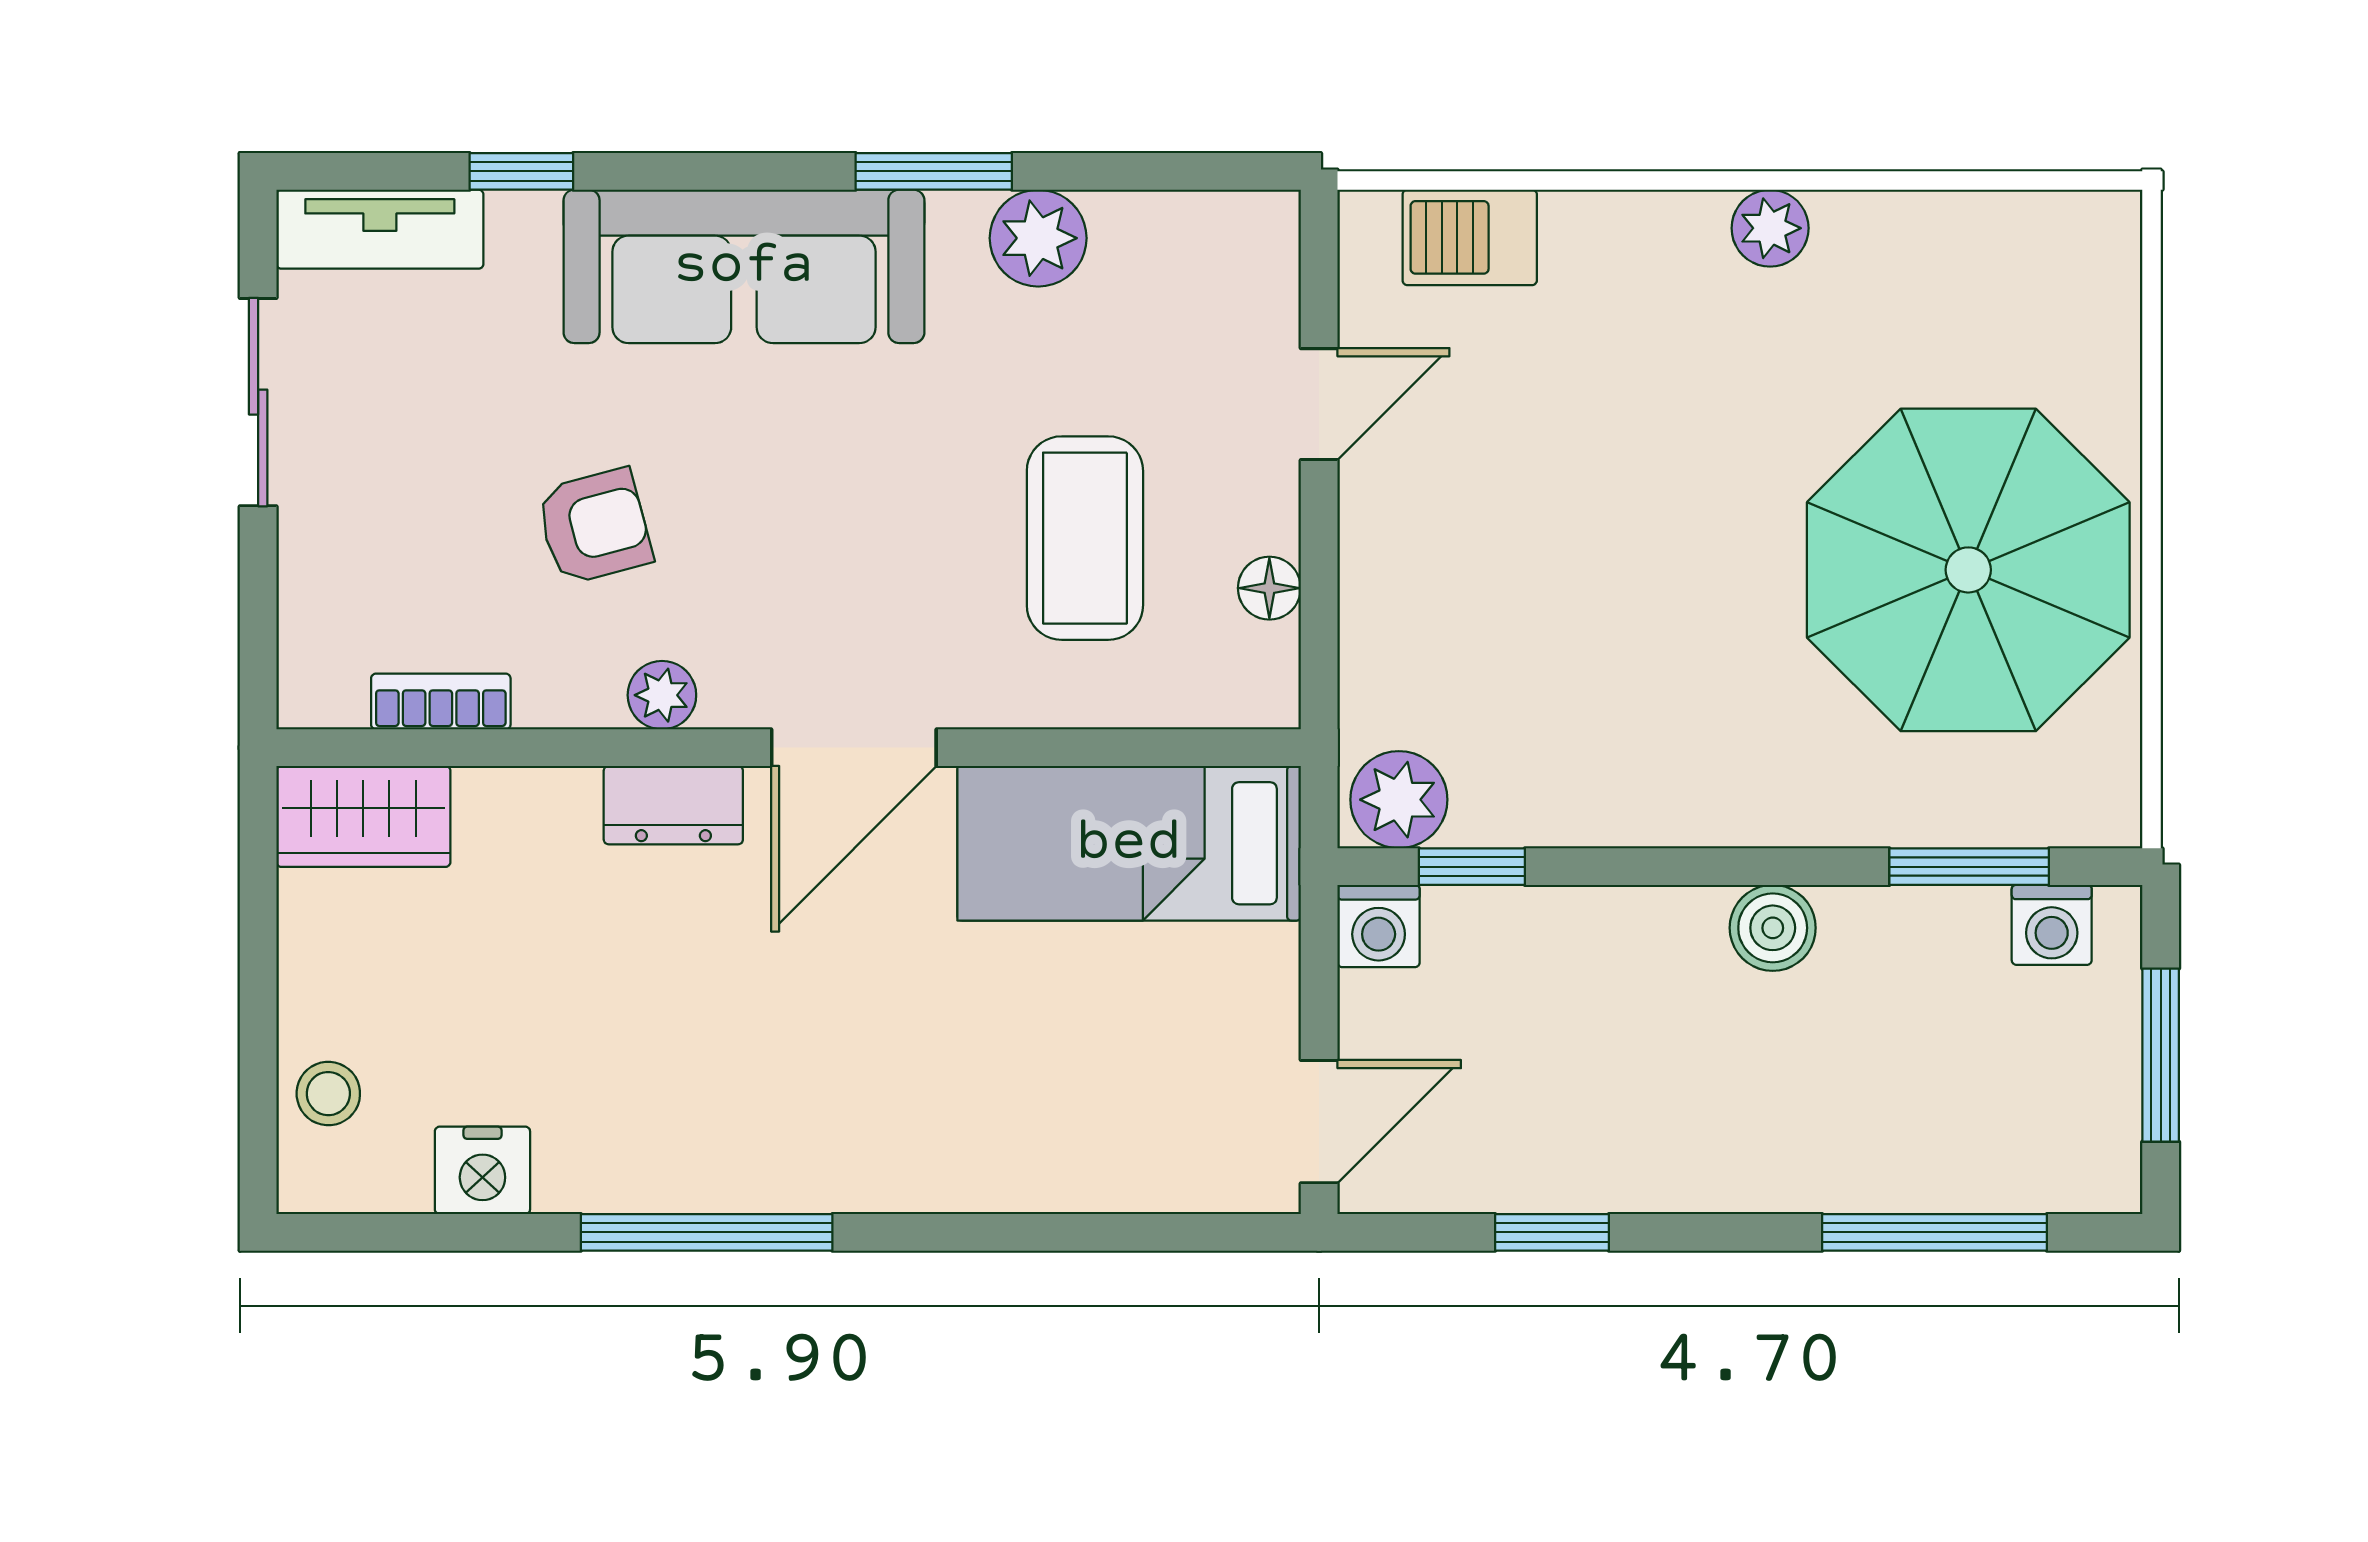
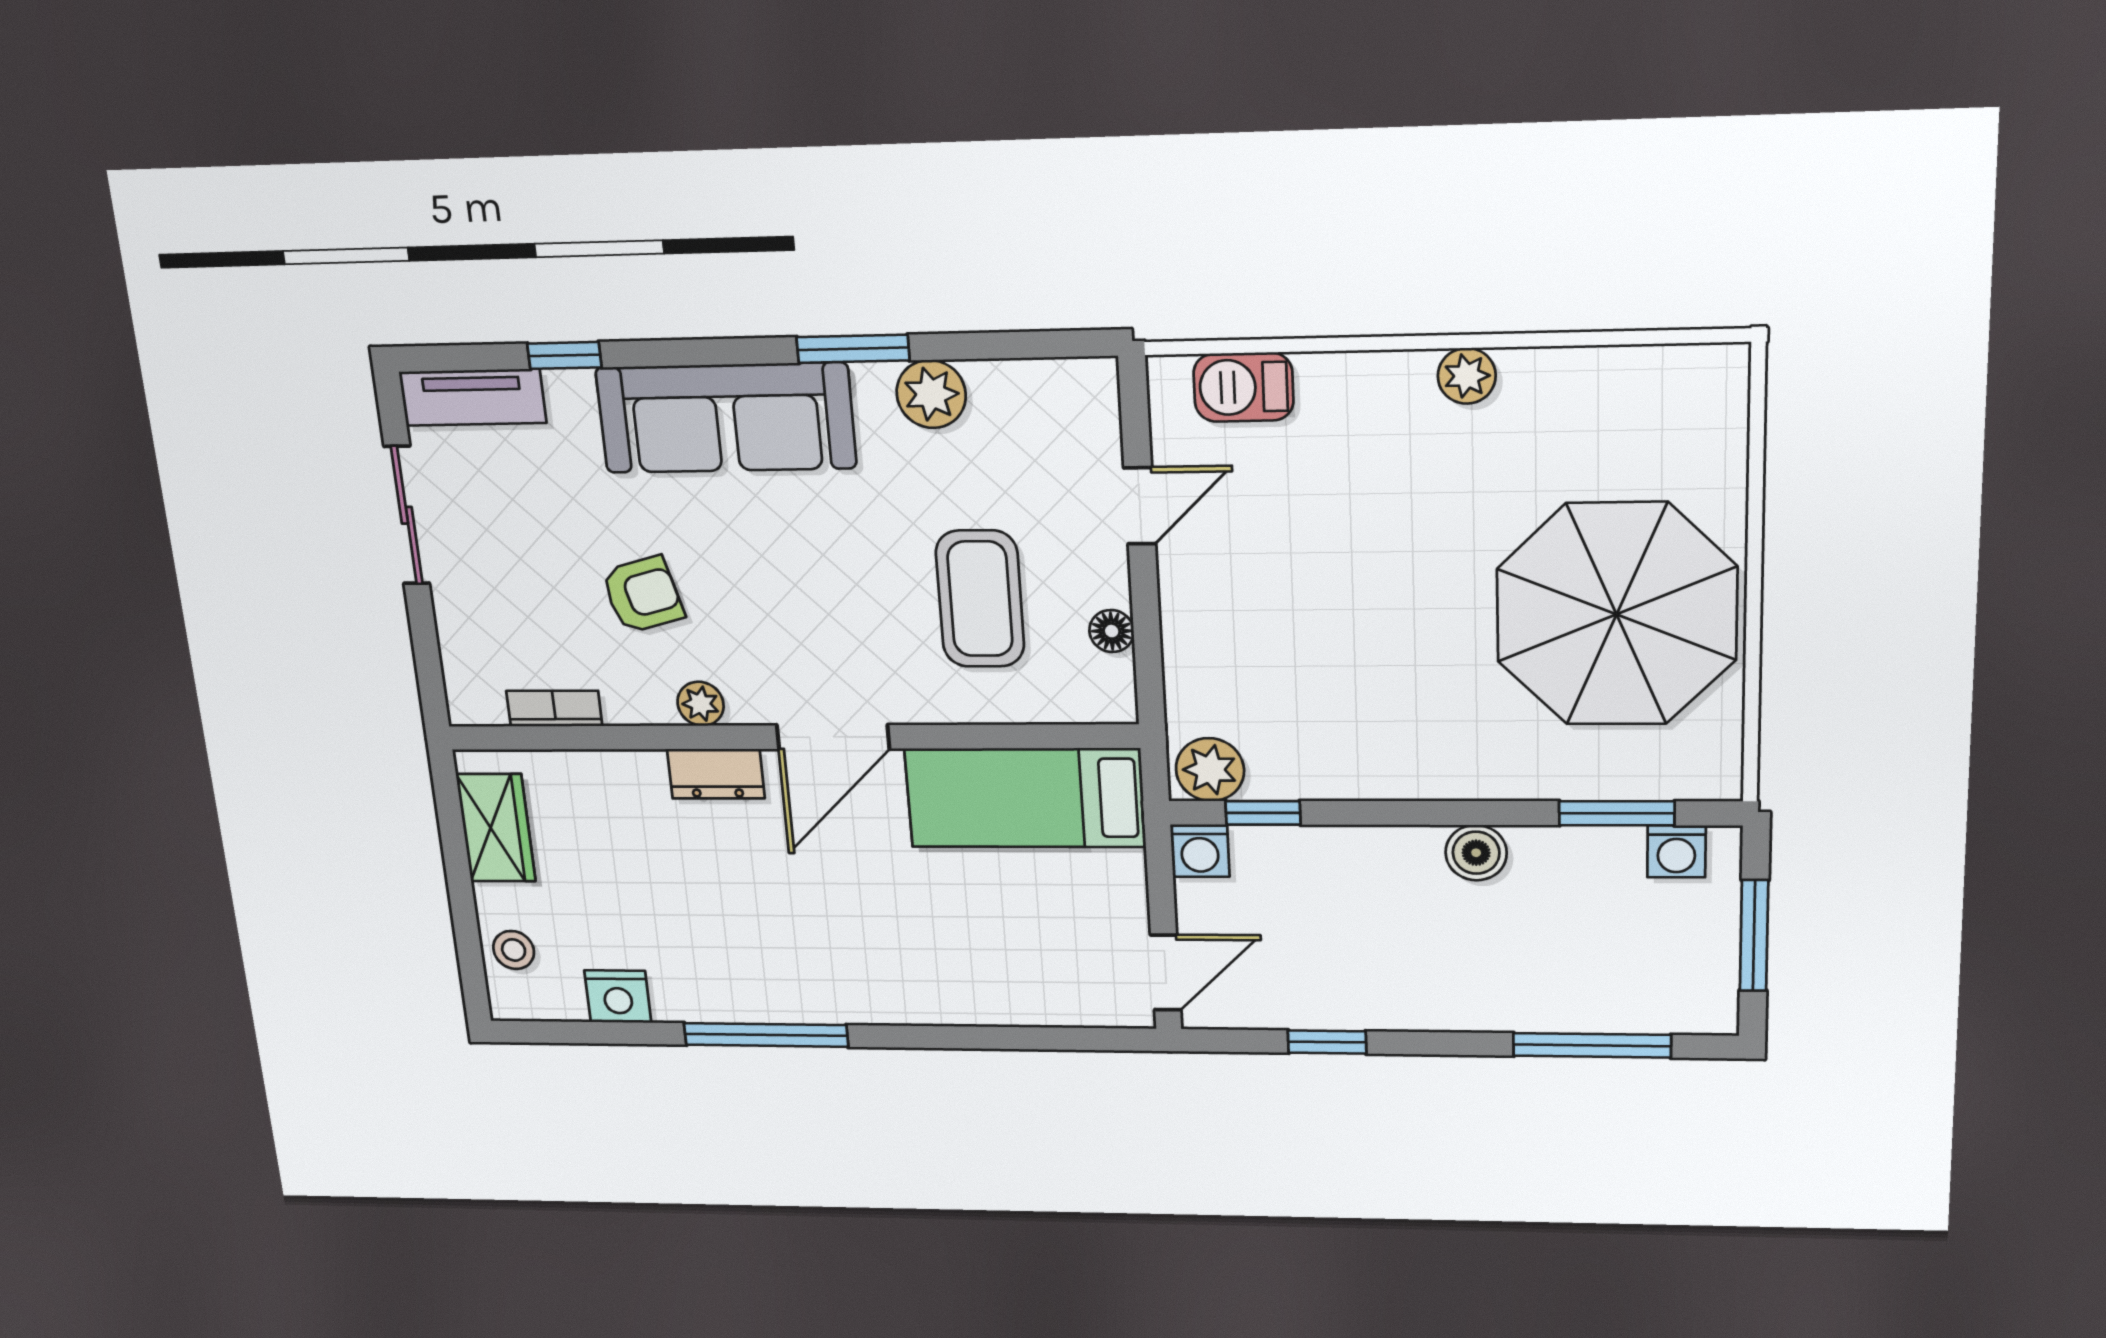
wardrobe: (363, 816) -> (496, 828), moved, turned -90

